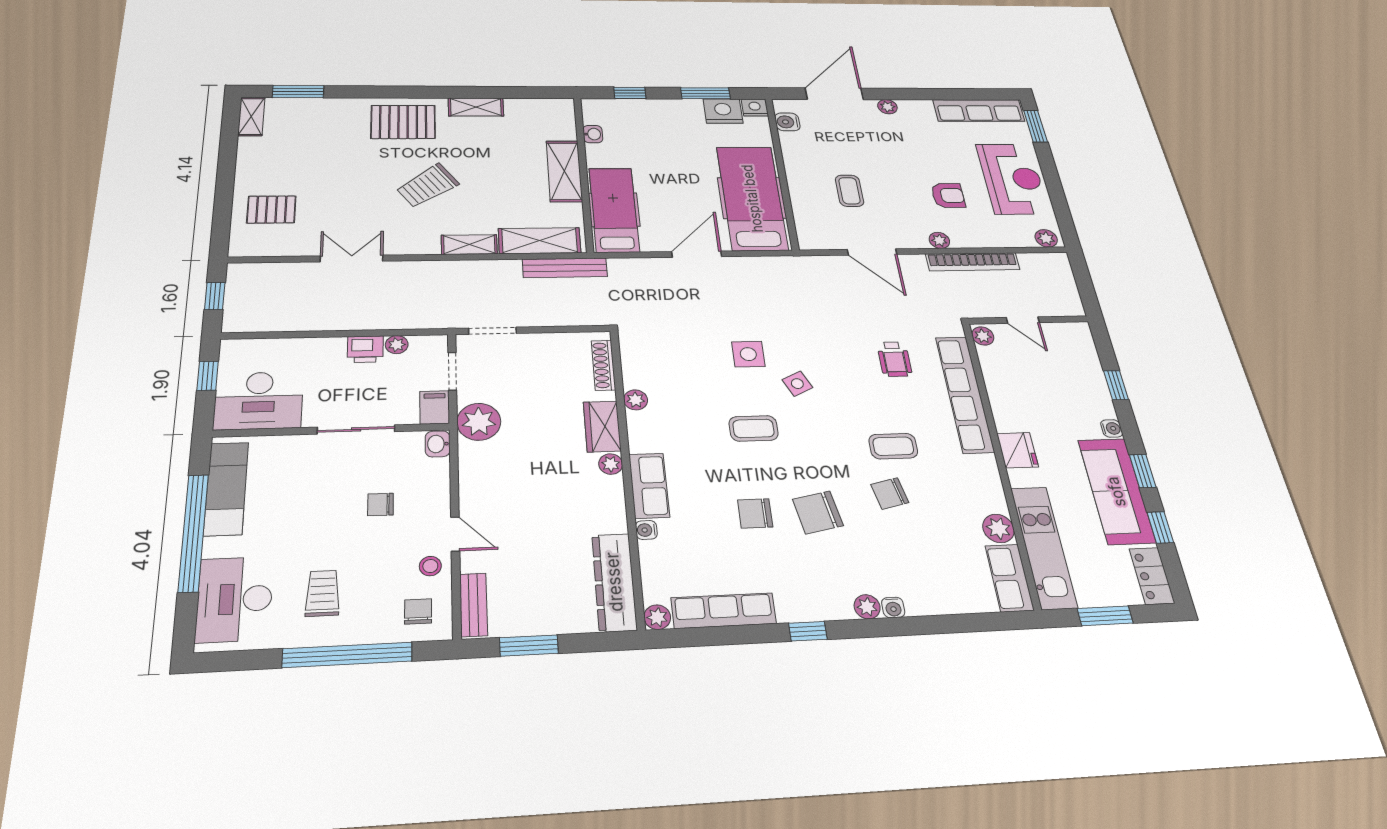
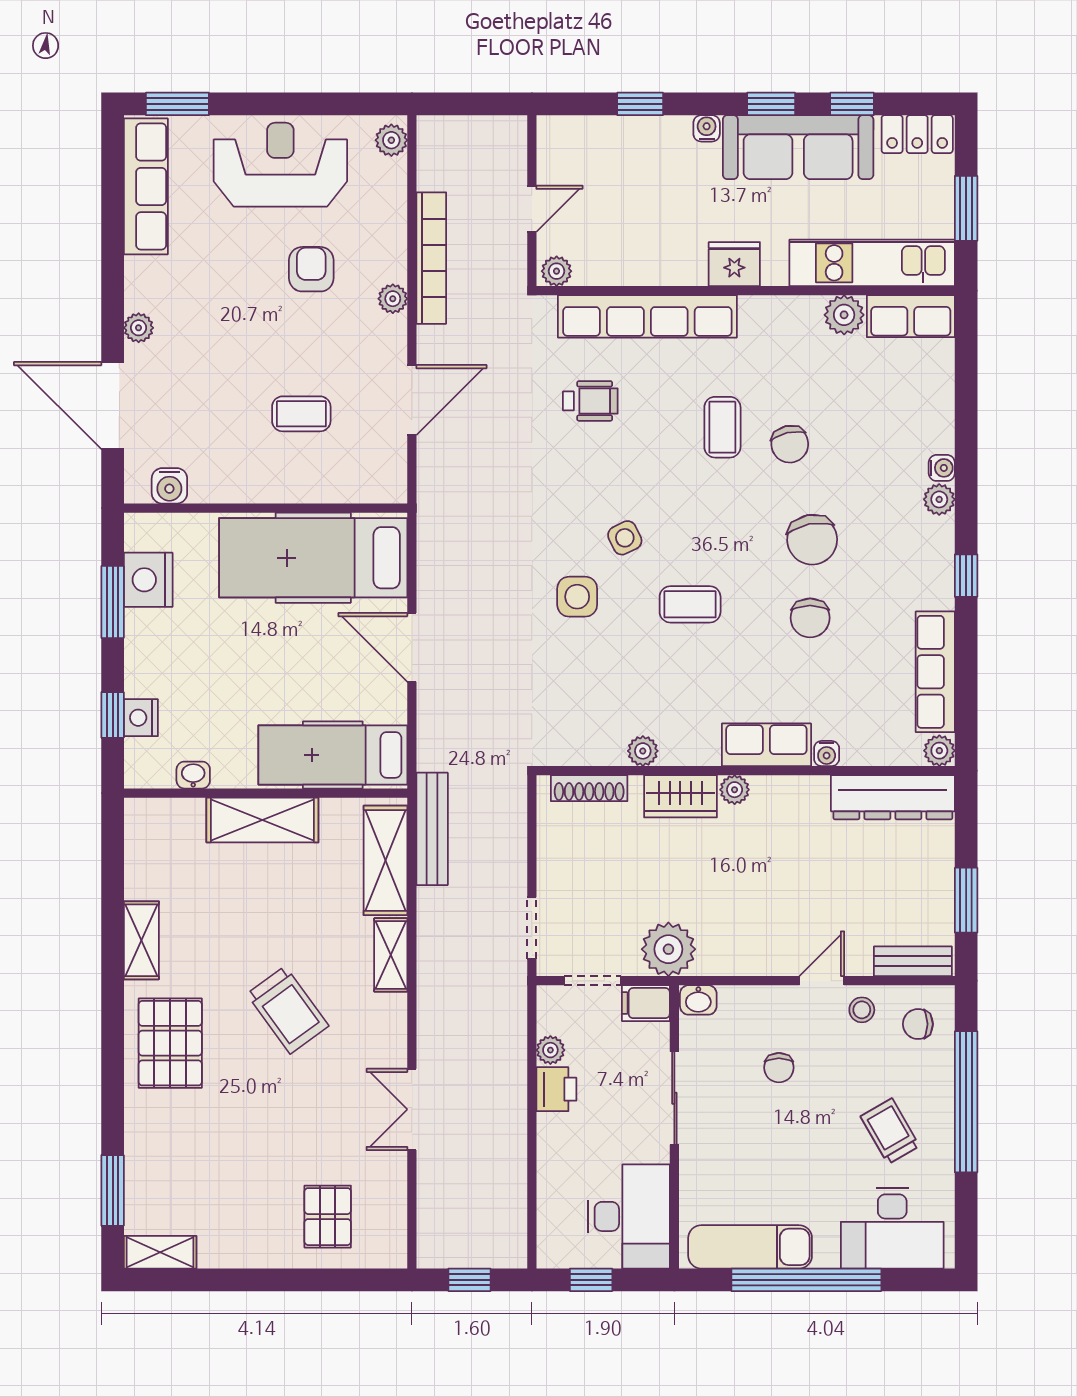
nightstand: (755, 107) -> (141, 718), moved
coffee table: (754, 428) -> (690, 604), turned 90
trolley: (323, 593) -> (890, 1131), turned 60

